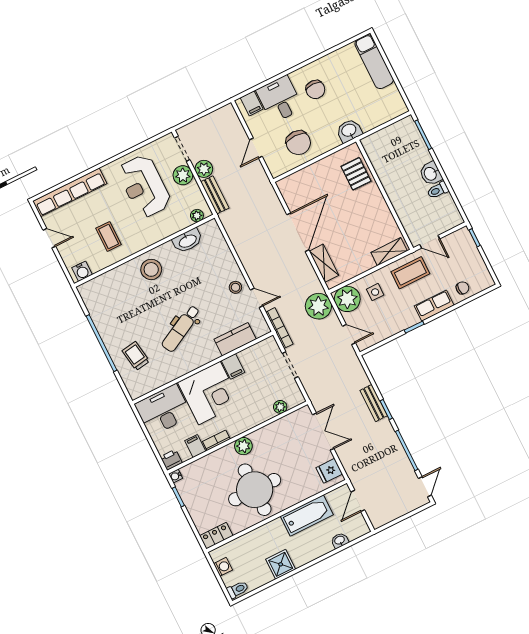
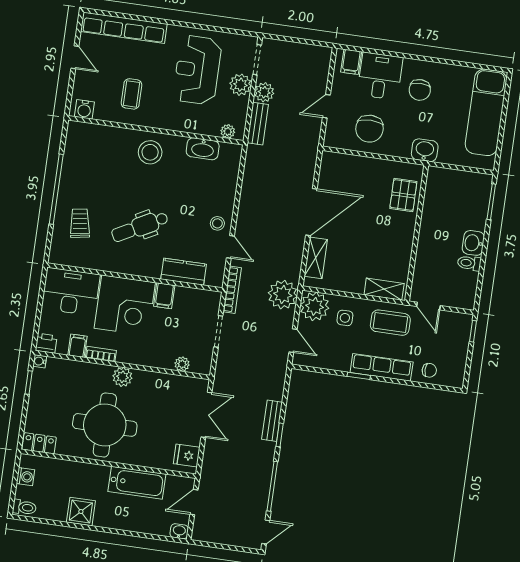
exam couch: (374, 62) -> (486, 112), width x1.36, depth x1.45
row of seats: (434, 306) -> (382, 367), width x1.48
washbasin: (340, 540) -> (179, 531), moved

